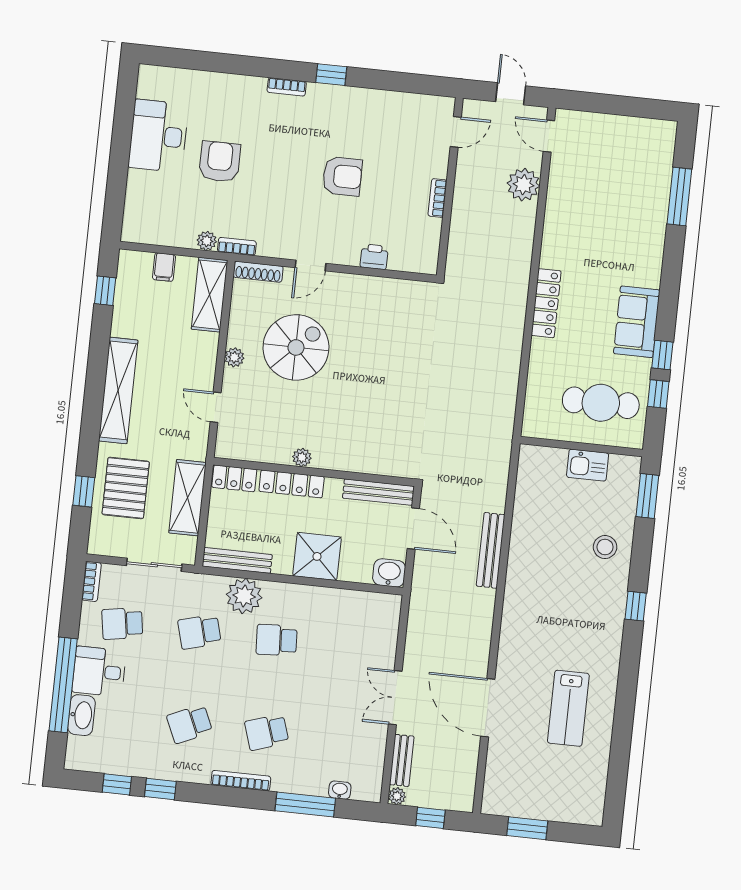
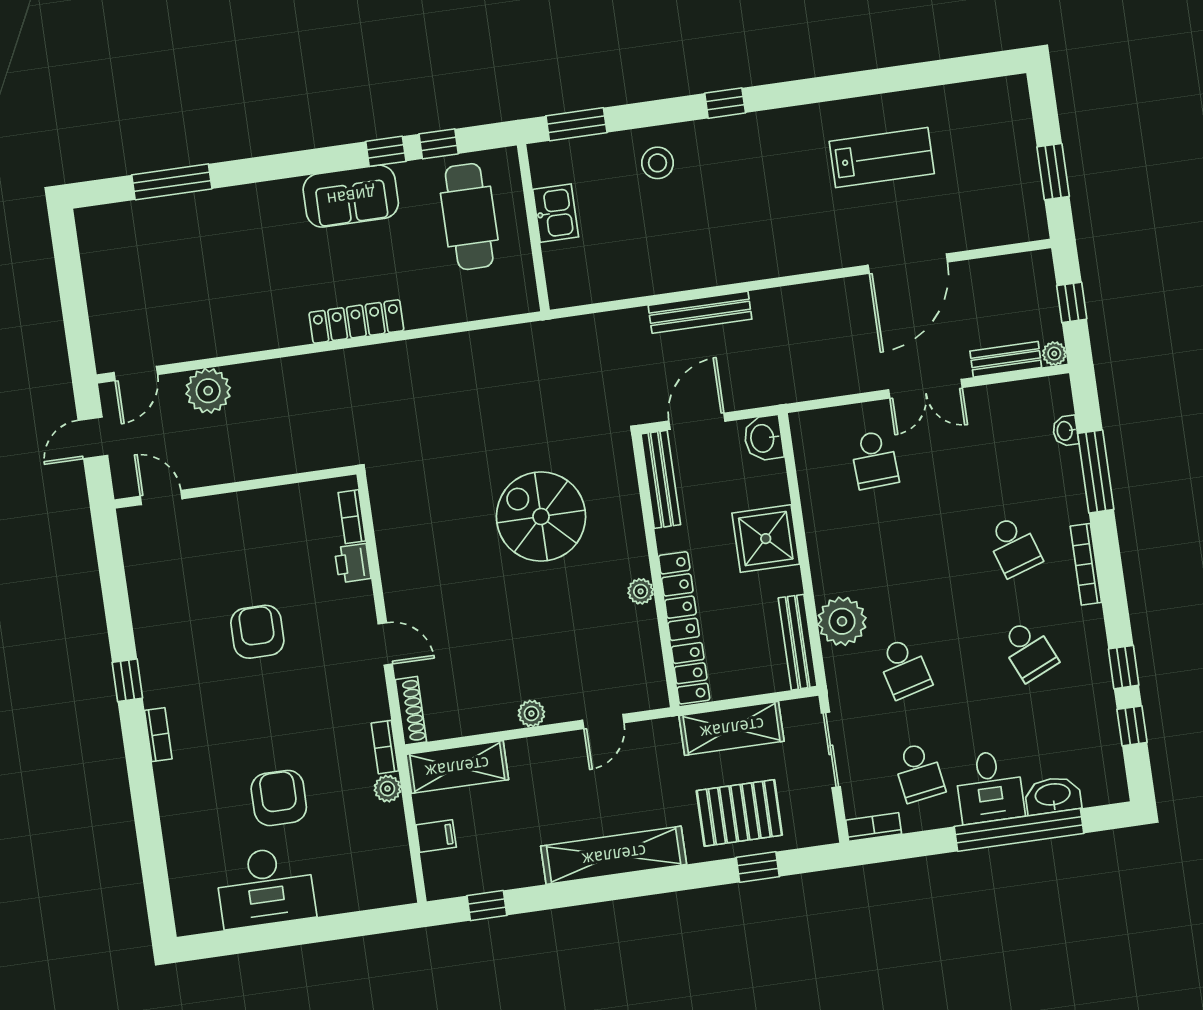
armchair: (220, 162) -> (279, 798), turned 90
bookcase: (437, 198) -> (352, 517), moved, turned 90
spiral stairs: (296, 347) -> (541, 517), moved
school desk: (277, 640) -> (874, 460), moved

